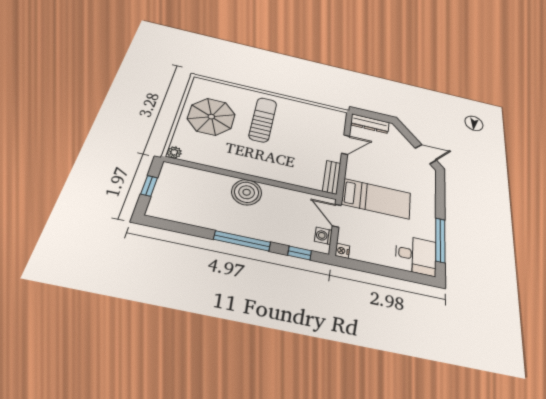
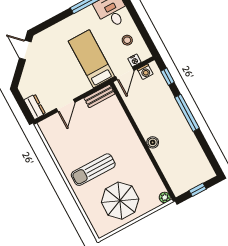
dresser: (370, 124) -> (35, 107), width x0.70
door: (346, 145) -> (66, 105), swing flipped
boiler: (247, 192) -> (153, 142), width x0.54, depth x0.54
stool: (372, 245) -> (127, 40), added
nightstand: (342, 251) -> (134, 60), moved

